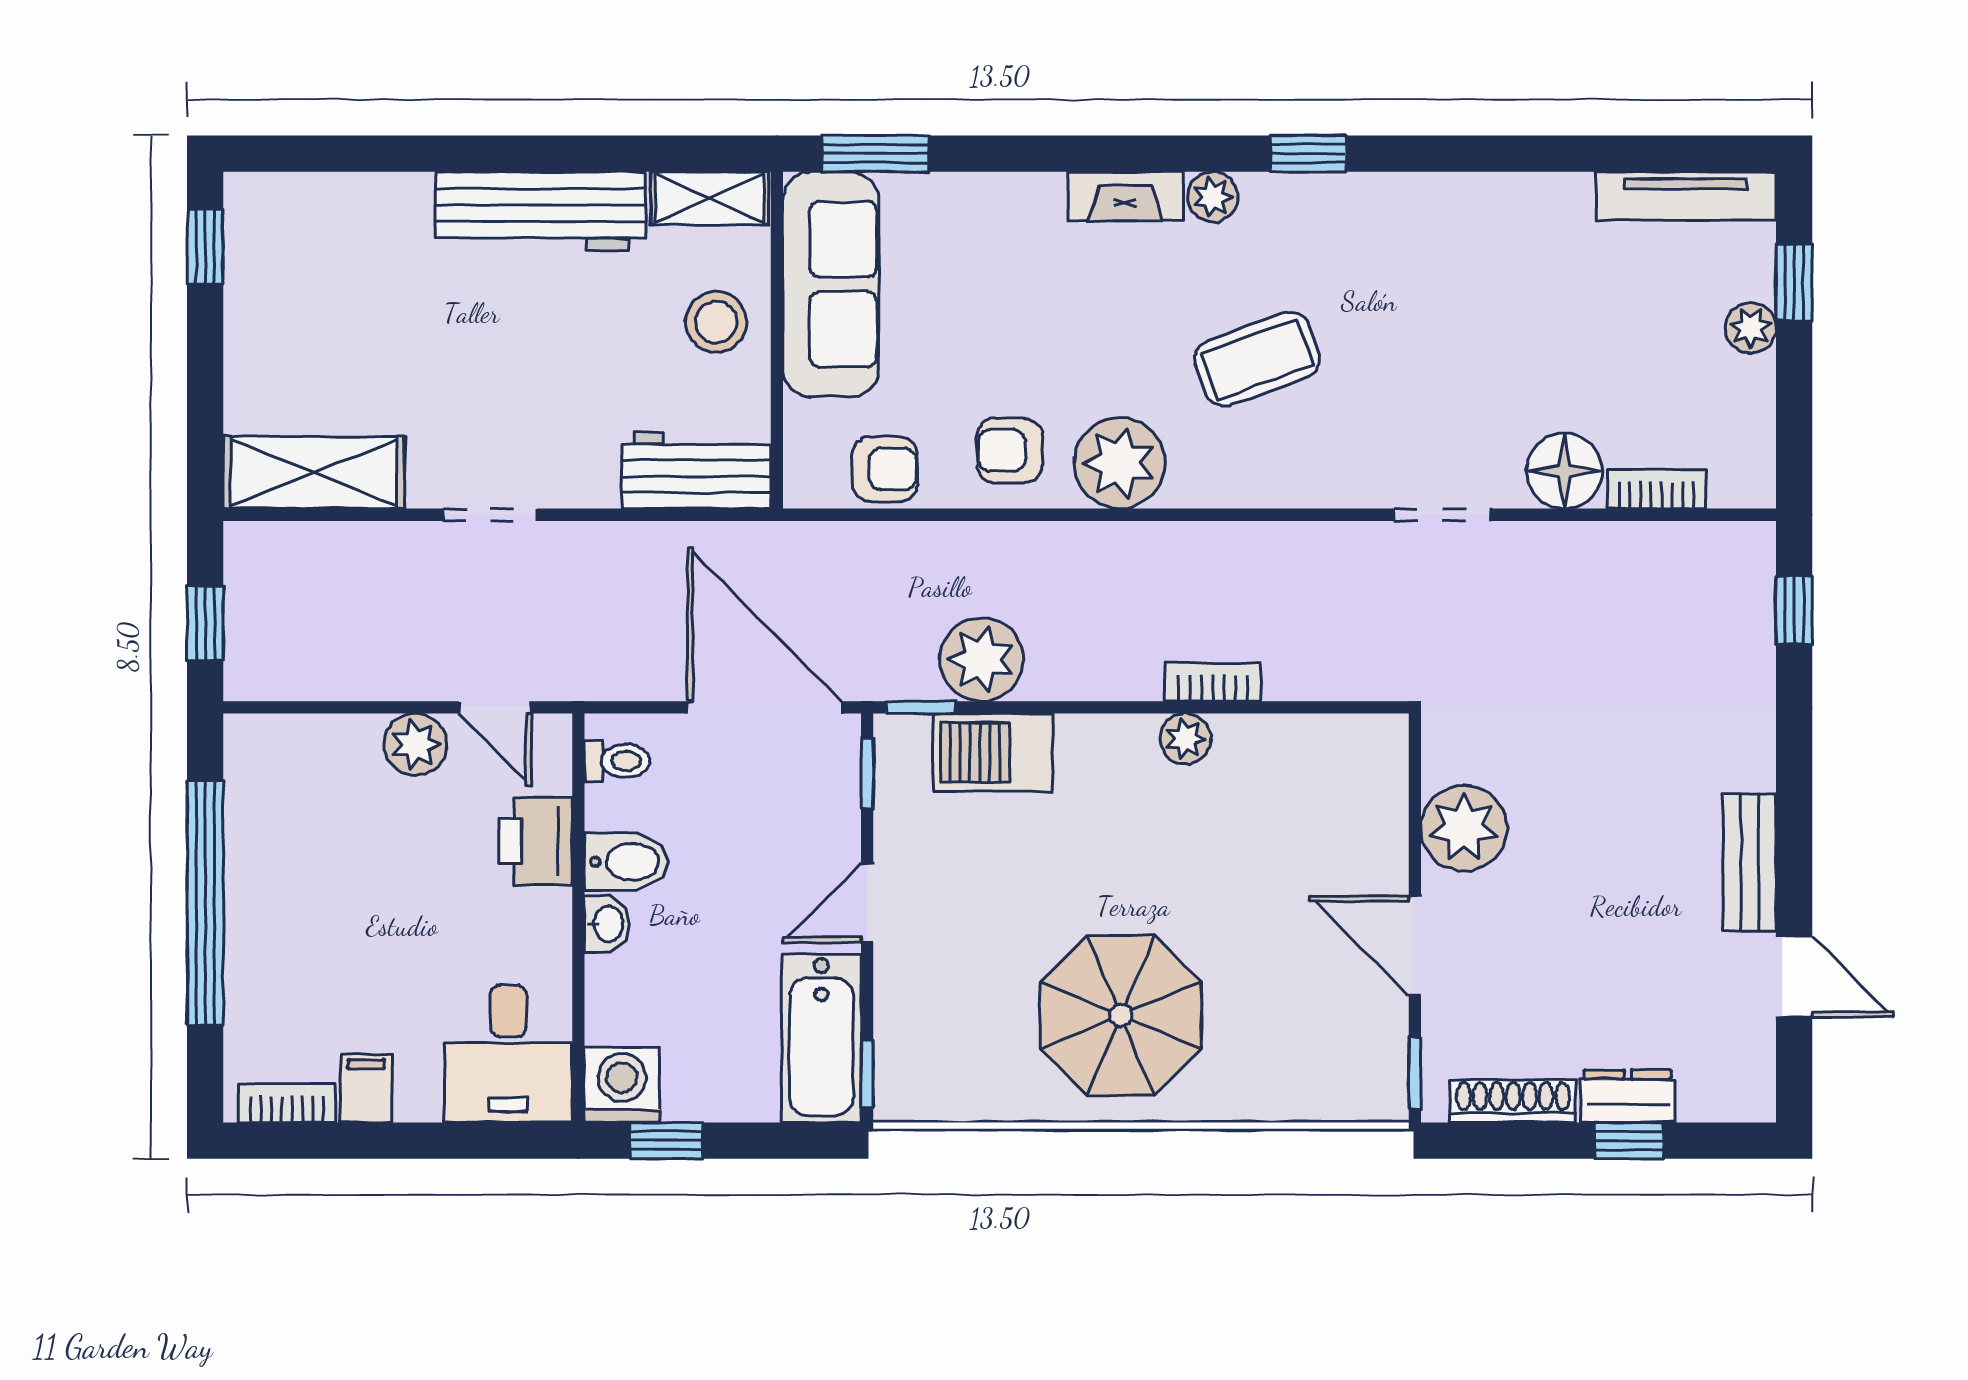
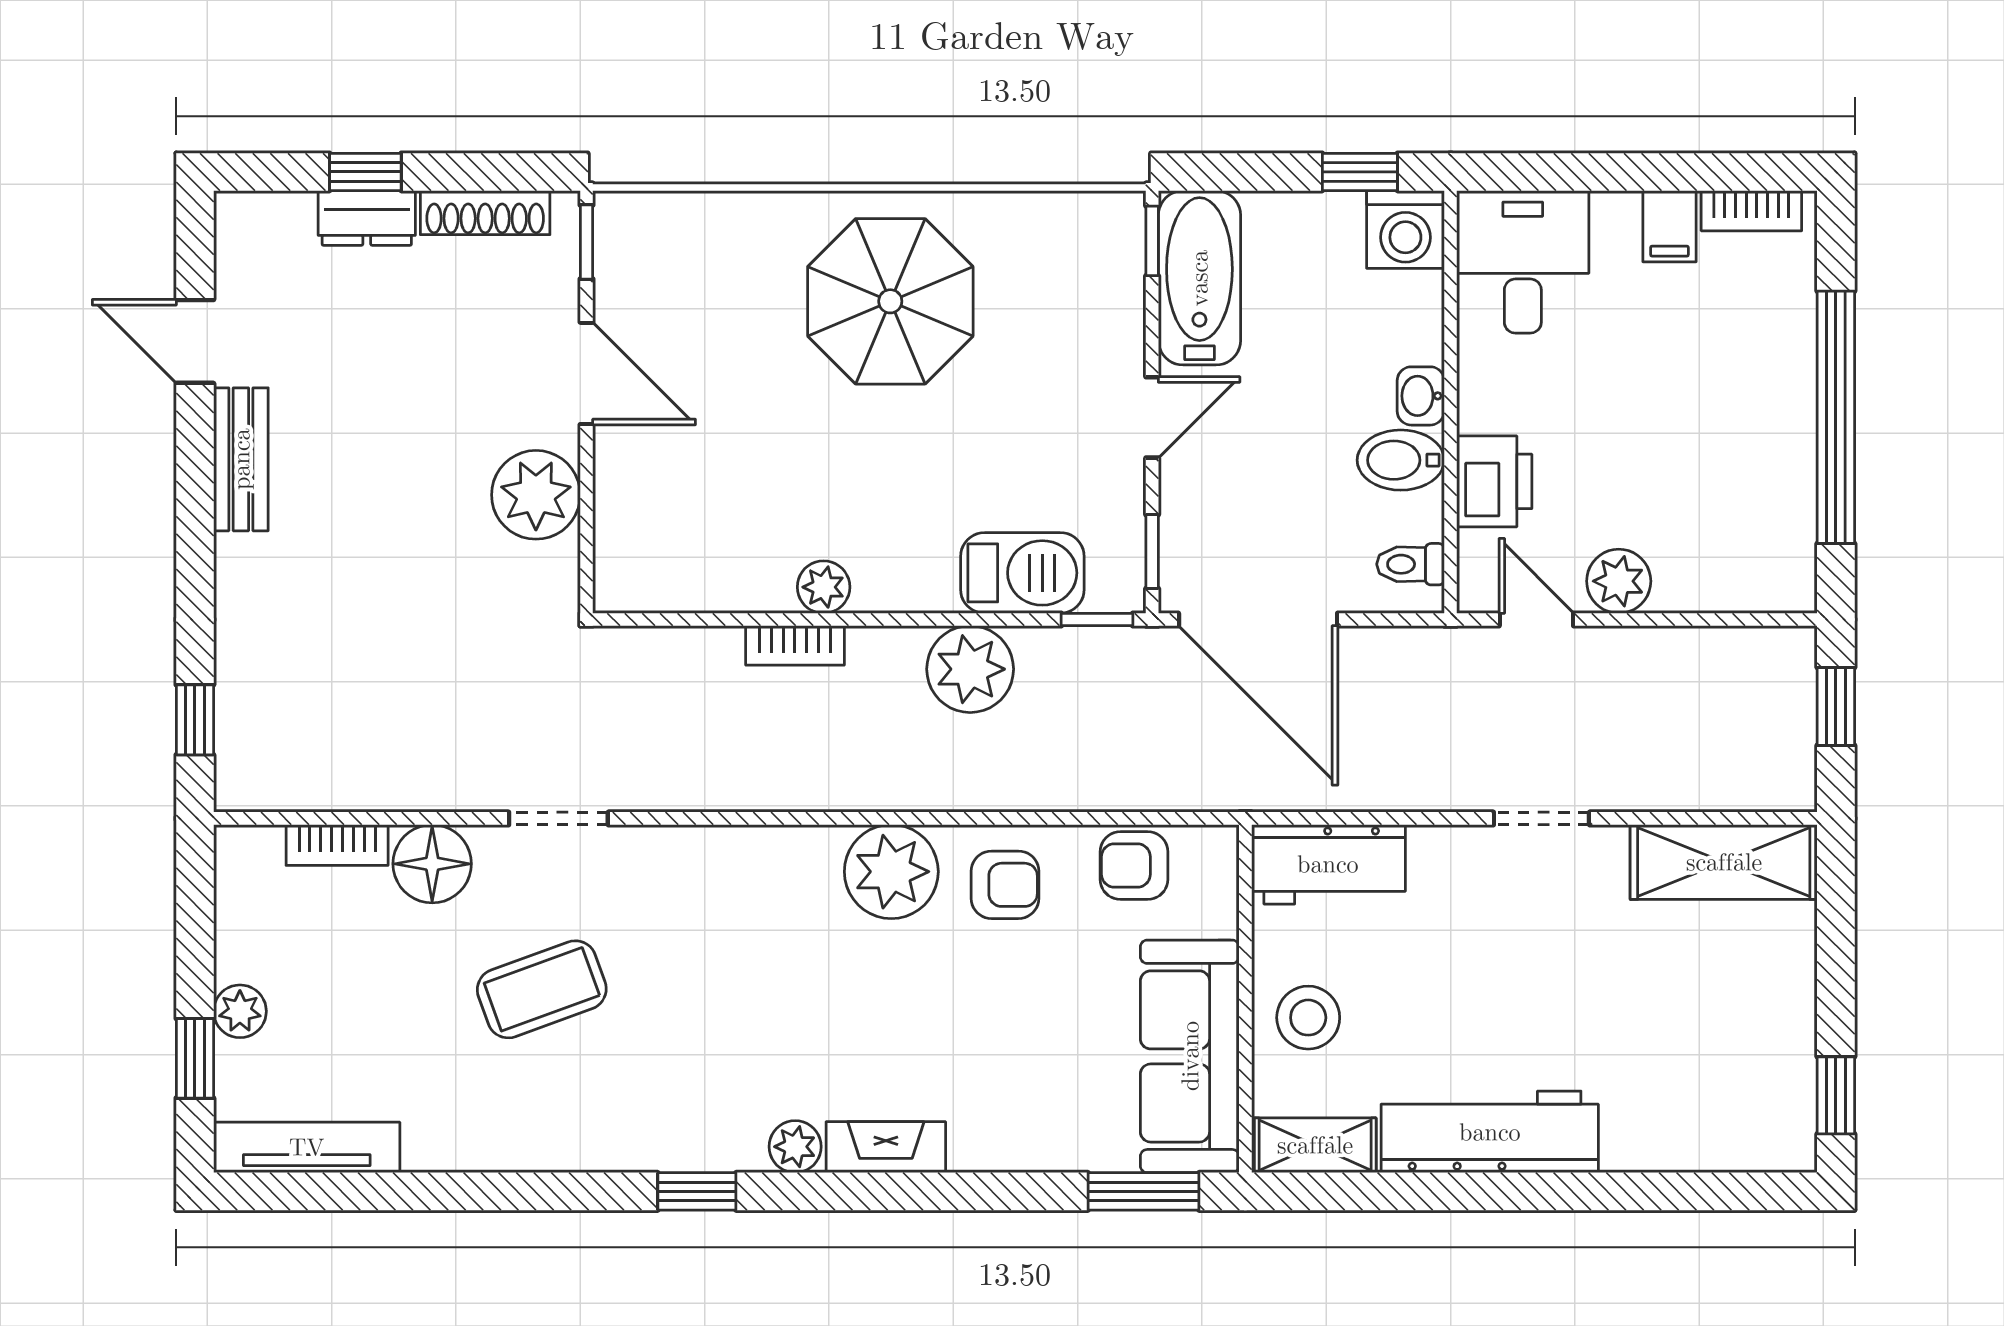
coffee table: (1257, 359) -> (542, 989), moved
plant: (981, 659) -> (970, 669), moved

